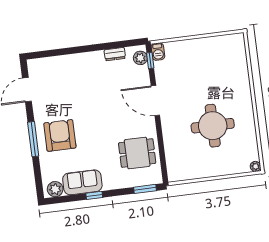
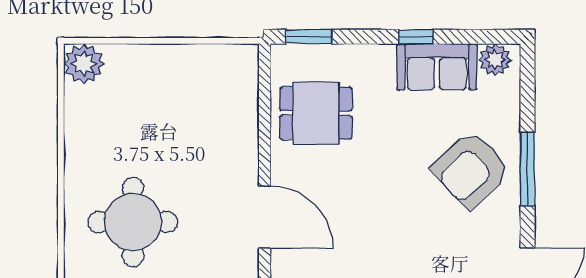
round table: (213, 126) -> (133, 222), moved
armchair: (60, 135) -> (471, 170), turned 47
plant: (255, 166) -> (84, 64), width x1.87, depth x1.87

